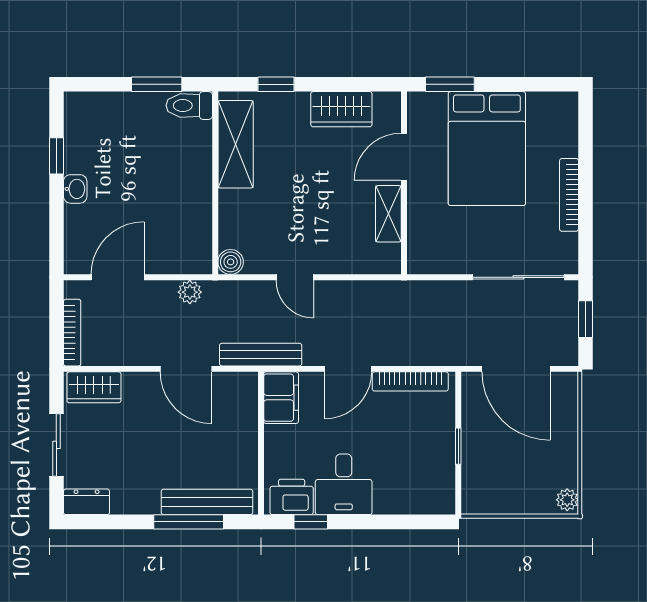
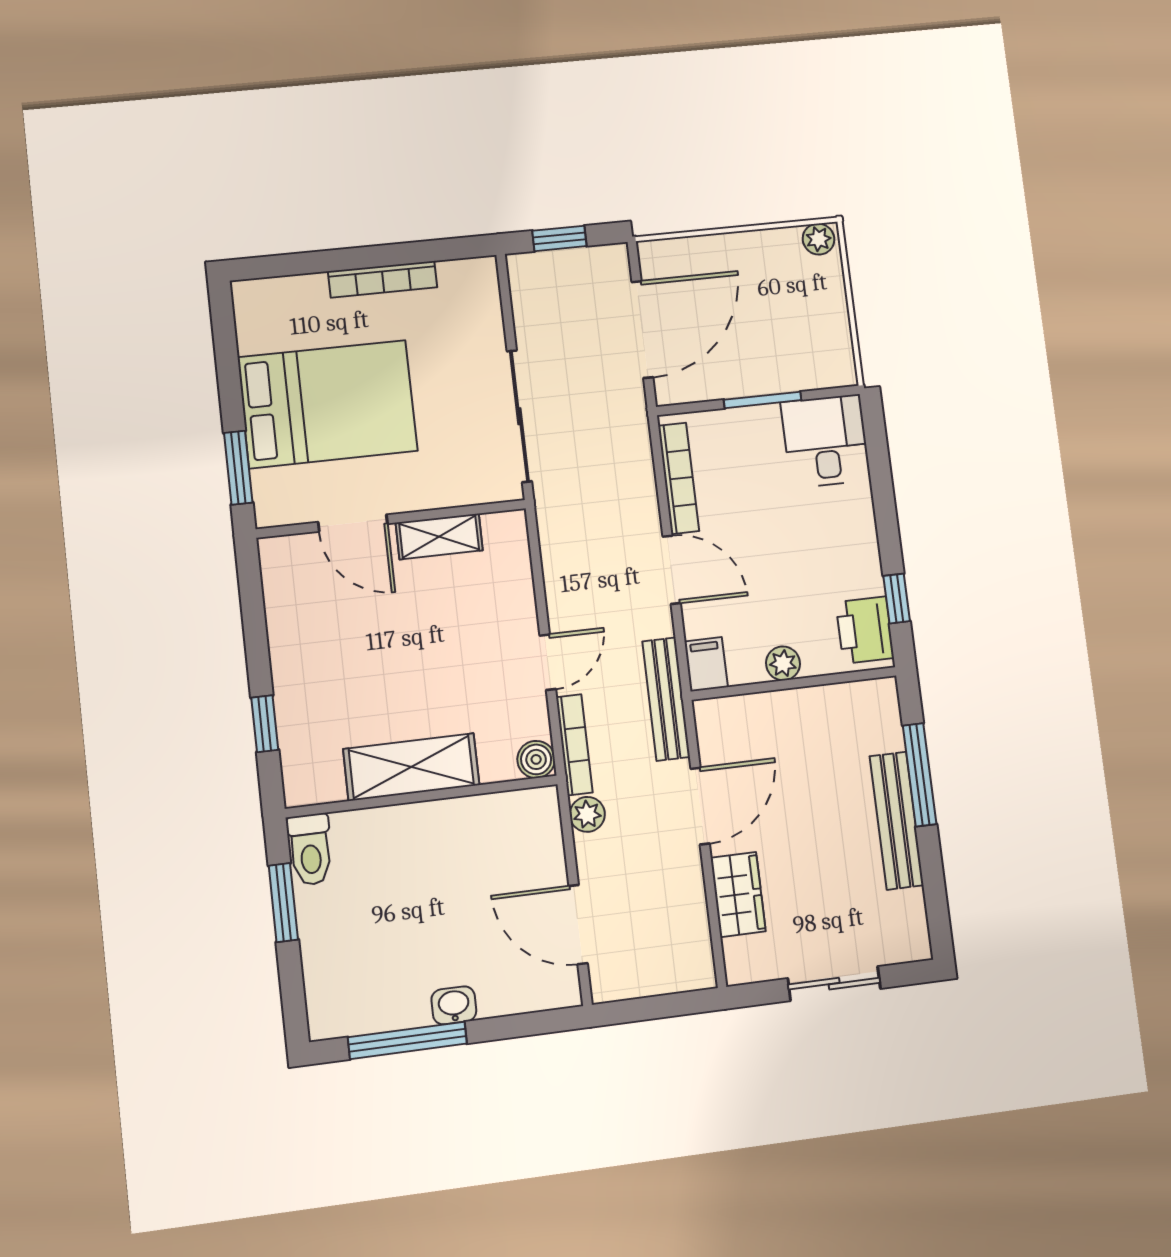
wardrobe: (341, 109) -> (292, 623), removed
shelving: (236, 144) -> (411, 767), moved
window: (56, 156) -> (407, 1040), width x2.17
sliding door: (518, 277) -> (519, 416), moved
bookcase: (72, 333) -> (574, 745), moved, turned 90
wardrobe: (94, 387) -> (738, 894), moved
filing cabinet: (281, 398) -> (706, 664), width x0.50
plant: (275, 437) -> (783, 663), added
window: (458, 446) -> (763, 400), width x1.50
desk: (344, 484) -> (826, 441), moved, turned -90
dresser: (87, 502) -> (910, 928), removed
bench: (207, 502) -> (897, 821), moved

